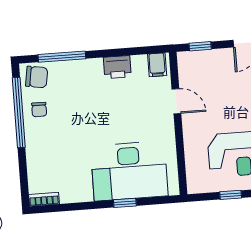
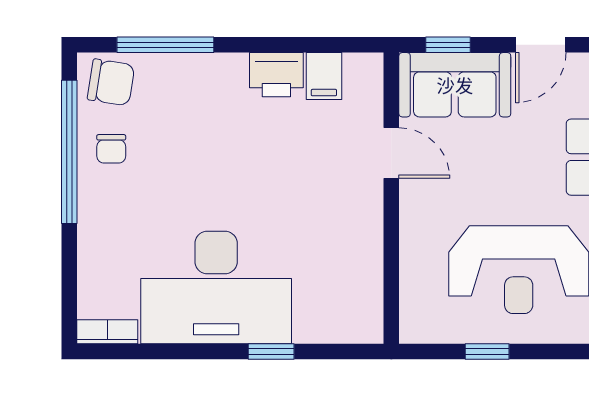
filing cabinet: (157, 65) -> (324, 76), moved
sofa: (205, 65) -> (455, 85), added
desk: (129, 171) -> (216, 287), moved

